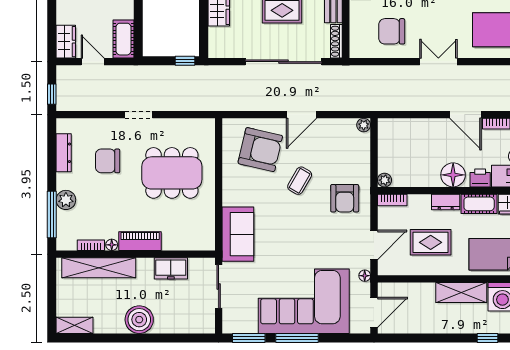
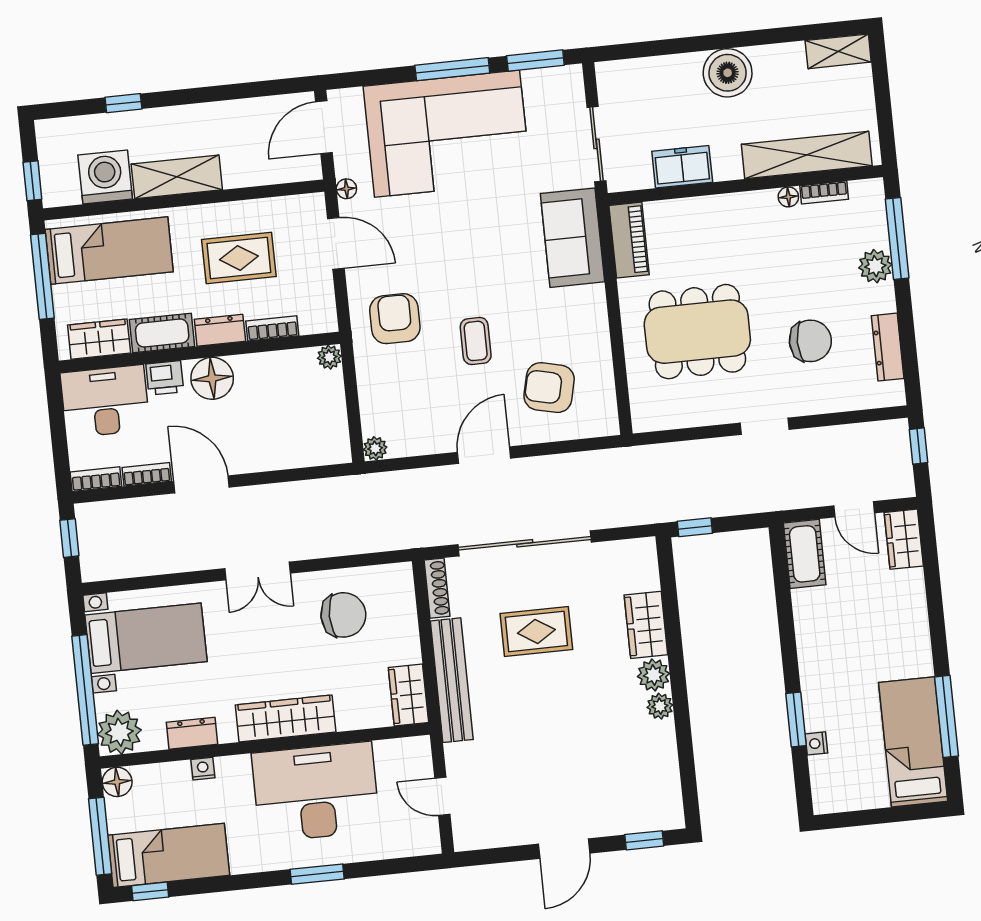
armchair: (260, 150) -> (549, 388), width x0.73, depth x0.73
coffee table: (300, 181) -> (476, 341), turned -30
bookcase: (392, 200) -> (272, 328), moved
piano: (140, 241) -> (629, 240), moved, turned -90
door: (374, 245) -> (336, 243), swing flipped

